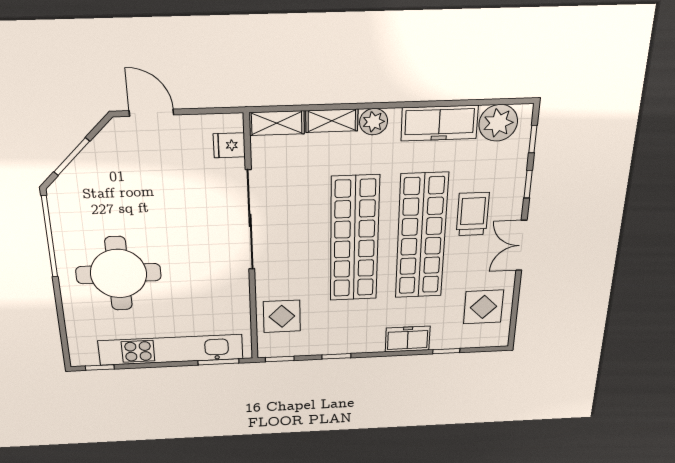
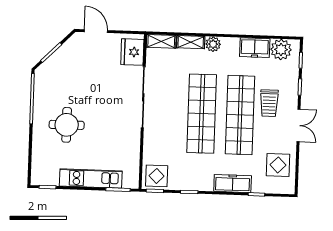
freezer: (440, 123) -> (255, 48), width x0.71
fridge: (229, 145) -> (132, 52), width x1.88, depth x1.34
trolley: (473, 214) -> (269, 103), turned 180
double door: (521, 245) -> (299, 125), swing flipped
round table: (119, 274) -> (67, 125), width x0.73, depth x0.73
display table: (282, 316) -> (157, 176), moved
freezer: (408, 339) -> (233, 184), width x1.40
kitchen unit: (171, 350) -> (91, 178), width x0.73

